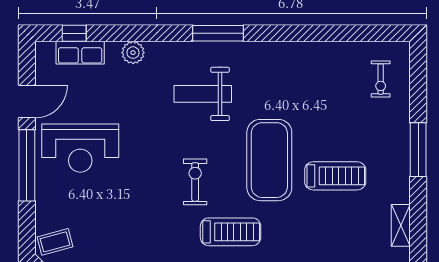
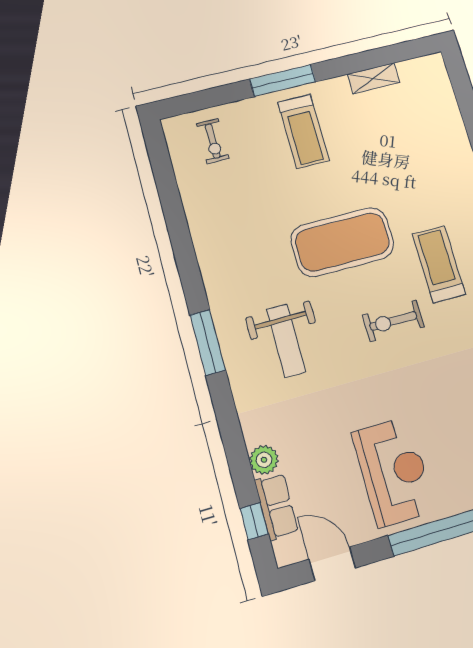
plant: (133, 53) -> (264, 460), moved
exercise bike: (381, 79) -> (213, 141), turned 90
door: (27, 102) -> (332, 564), moved
treadmill: (335, 176) -> (303, 131), moved, turned 180

